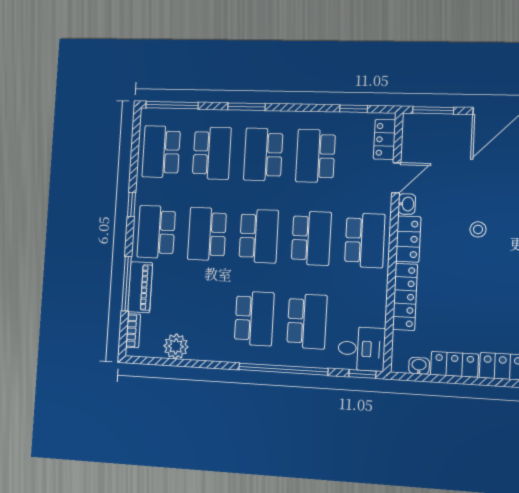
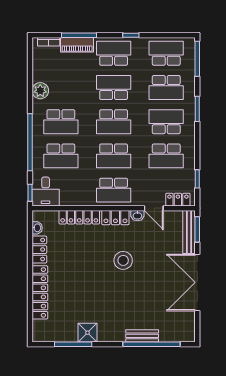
bench: (437, 123) -> (189, 232), added
school desk: (316, 156) -> (166, 156), turned 180
stool: (478, 229) -> (123, 260), width x1.89, depth x1.89
plant: (176, 346) -> (40, 91), moved

